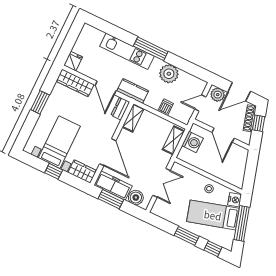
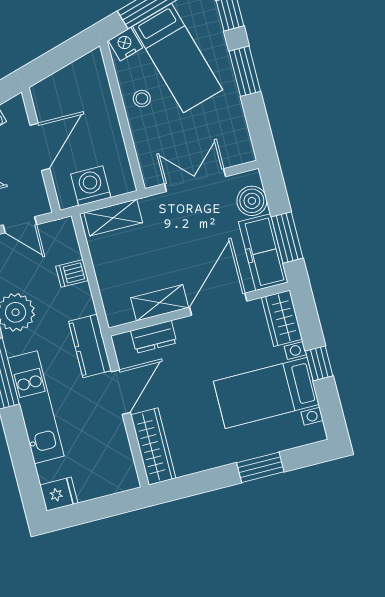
fridge: (73, 61) -> (59, 494), moved, turned 180
window: (40, 102) -> (260, 467), moved
dresser: (120, 109) -> (154, 337), moved
shelving: (133, 118) -> (160, 303), moved

